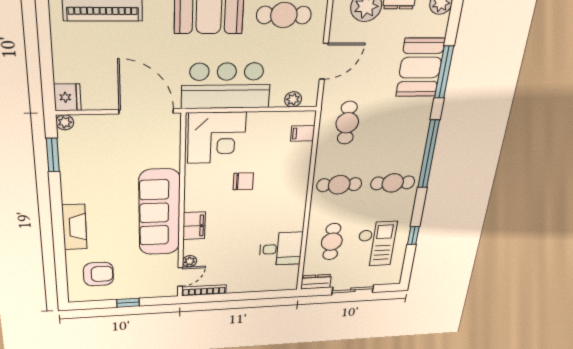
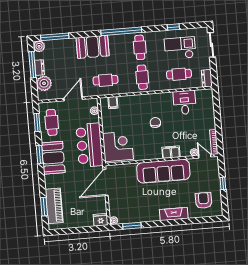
door: (324, 61) -> (73, 99), hinge flipped
booth: (420, 68) -> (93, 47), moved
window: (444, 72) -> (55, 37), moved
chair: (243, 181) -> (155, 123), moved
sliding door: (353, 290) -> (212, 45), moved

